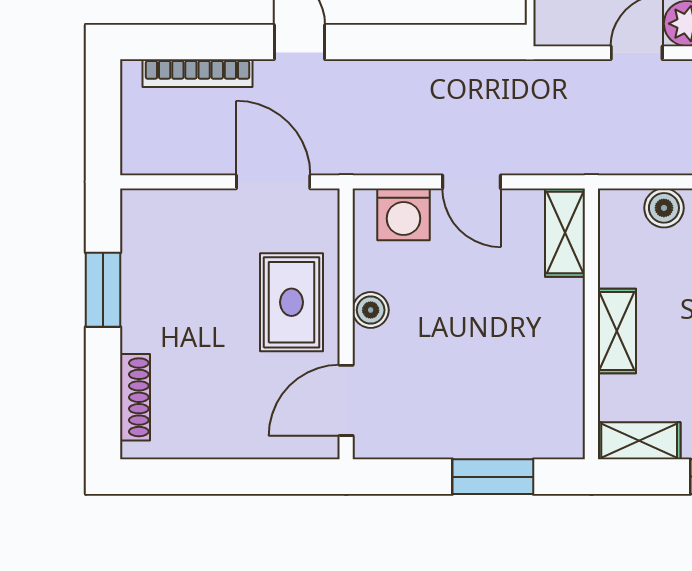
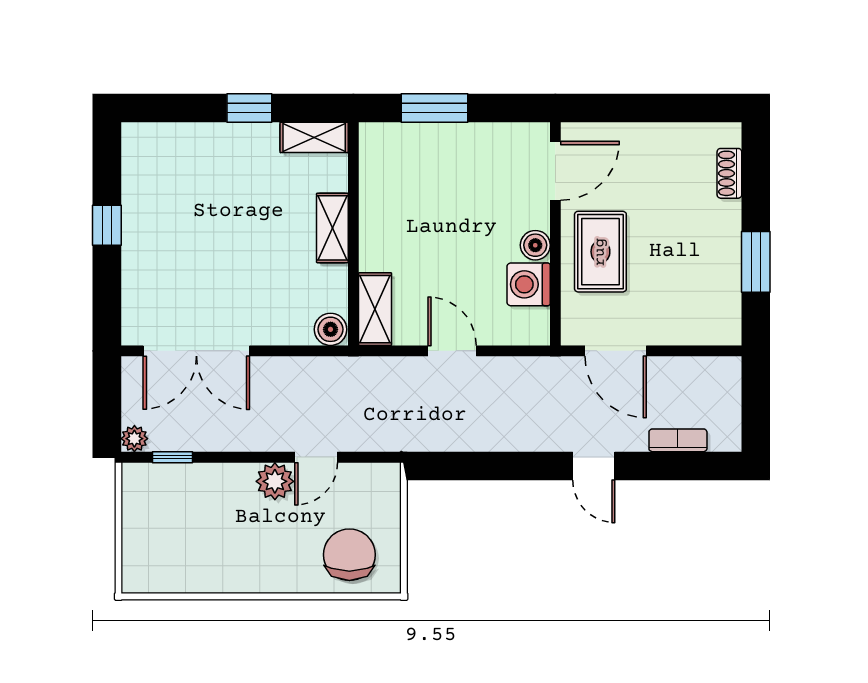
bookcase: (198, 73) -> (678, 440), width x0.64
boiler: (664, 208) -> (331, 329), moved
washing machine: (404, 214) -> (529, 284), moved, turned -90
shoe rack: (135, 397) -> (729, 173), width x0.70

